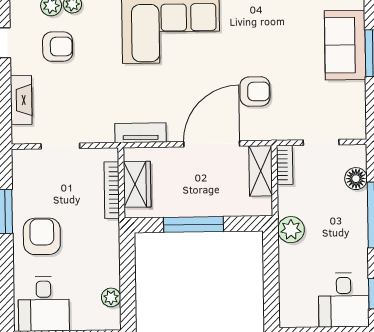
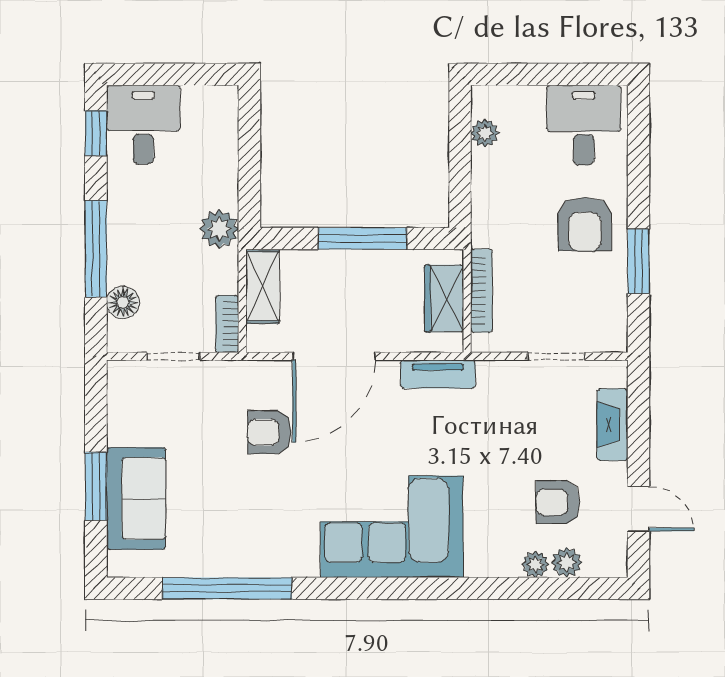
shelving: (261, 171) -> (263, 286), moved

